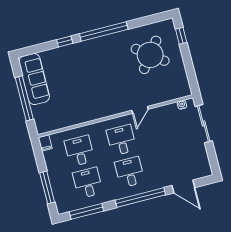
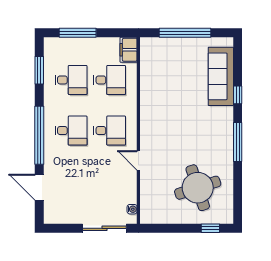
window: (104, 31) -> (238, 142), width x0.68
round table: (150, 55) -> (198, 188), turned 35
sofa: (34, 79) -> (221, 76), moved, turned 90
filing cabinet: (45, 143) -> (129, 50), width x2.00
door: (183, 186) -> (39, 187), hinge flipped
window: (86, 211) -> (39, 70), width x0.69

